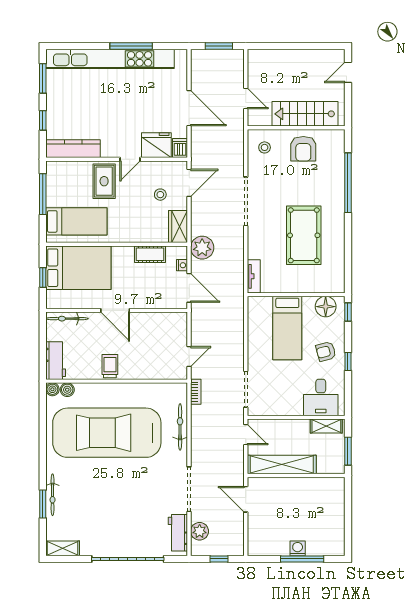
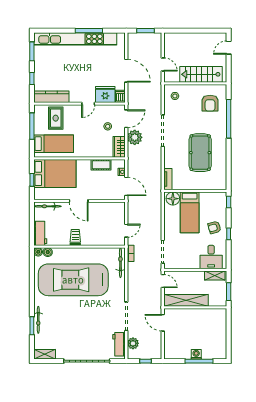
armchair: (303, 149) -> (210, 103), moved
rug: (104, 181) -> (56, 118), moved
plant: (202, 248) -> (135, 137), moved
floor lamp: (326, 307) -> (173, 199), moved
bicycle: (180, 427) -> (120, 263), moved

